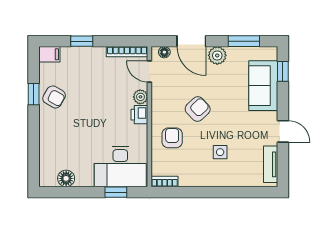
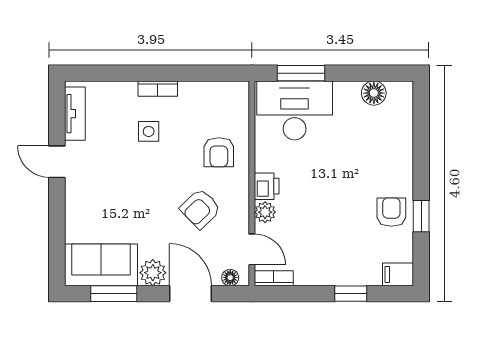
bookcase: (127, 52) -> (274, 278), width x0.64
window: (283, 71) -> (57, 250), removed
sofa: (263, 86) -> (101, 265), moved, turned -90
armchair: (54, 97) -> (391, 212), turned 60
armchair: (198, 109) -> (200, 209), moved
bookcase: (165, 181) -> (158, 89), moved
window: (116, 192) -> (301, 73), width x1.50

